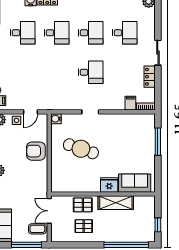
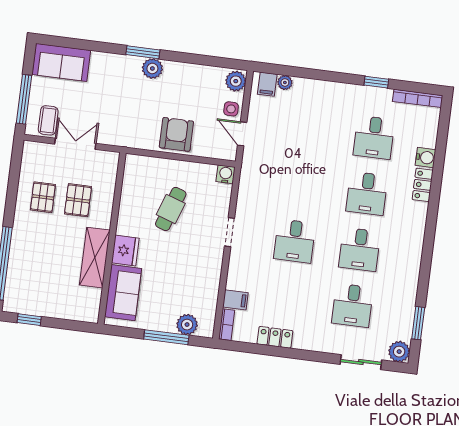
sliding door: (158, 53) -> (361, 362), moved
plant: (149, 130) -> (187, 325), added
cafe table: (81, 149) -> (171, 209), width x0.73, depth x0.74
sofa: (135, 183) -> (123, 293), moved
fridge: (109, 185) -> (125, 251), moved
wall: (103, 194) -> (112, 238), moved
shelving: (116, 203) -> (95, 258), moved

